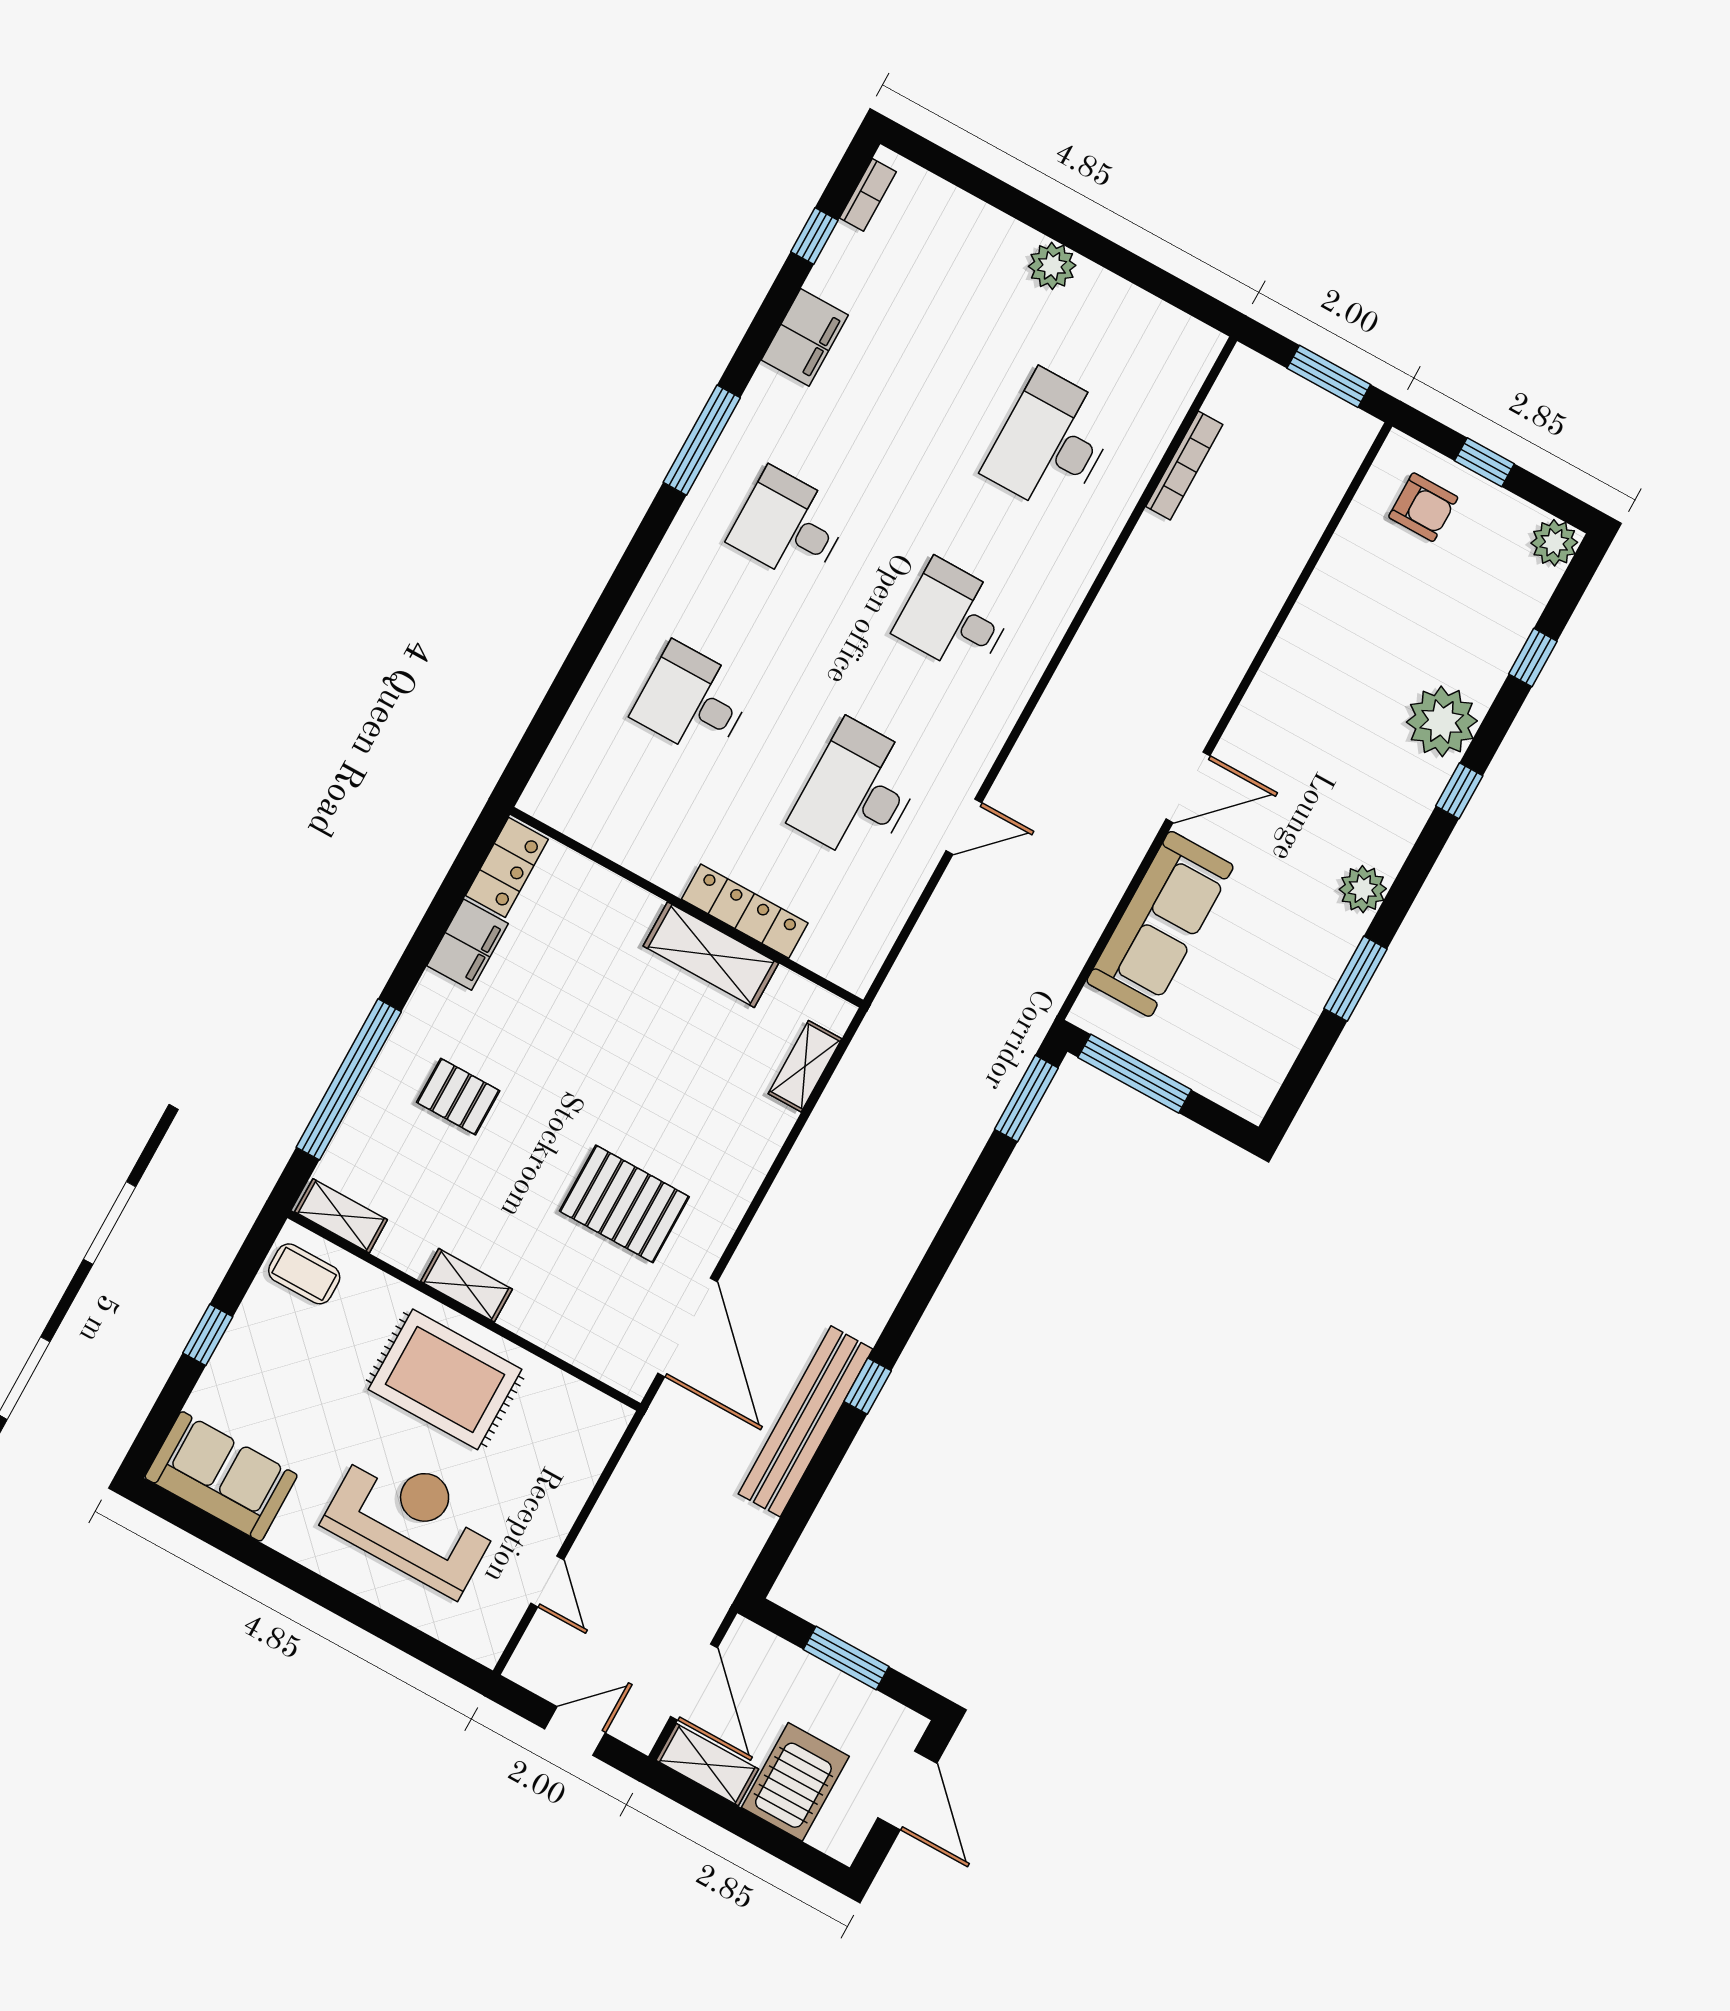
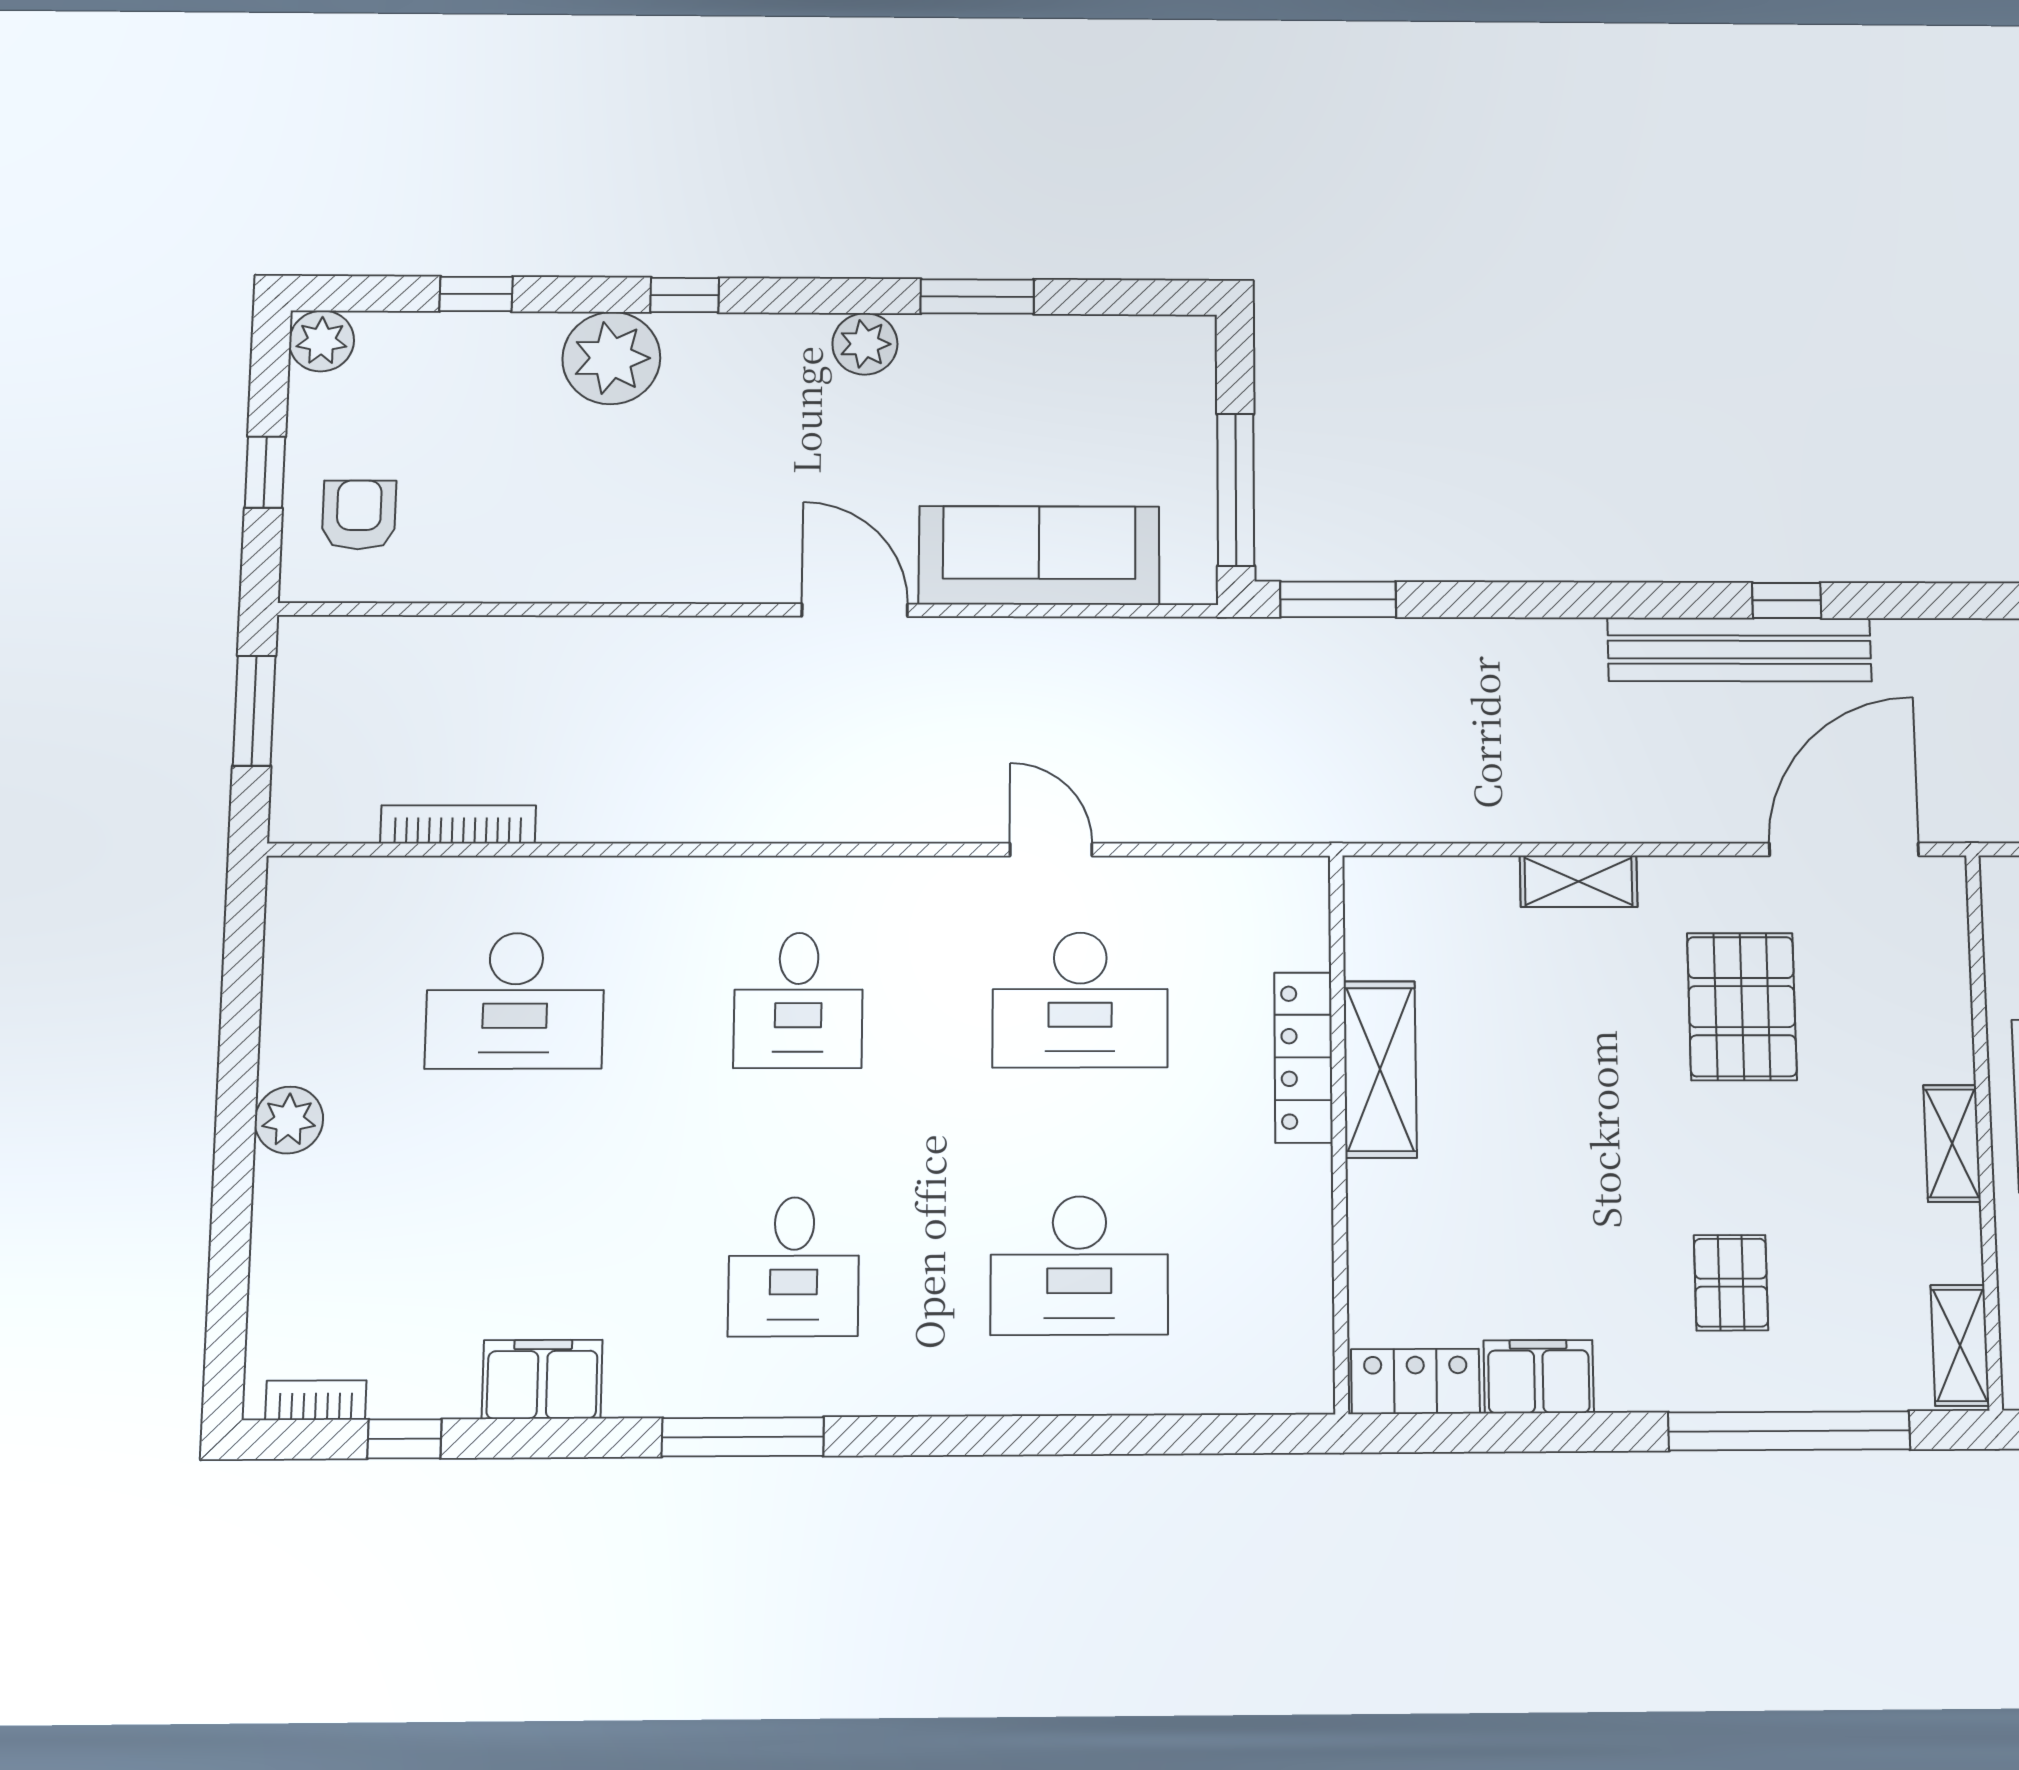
desk: (693, 701) -> (1079, 1265), width x1.37
shelving: (805, 1066) -> (1579, 881), moved
bench: (806, 1421) -> (1739, 650), moved

